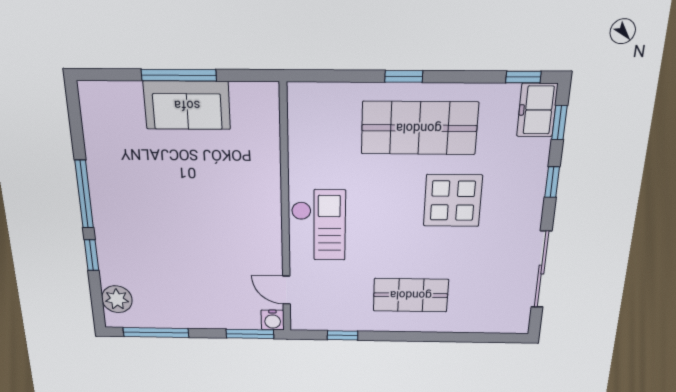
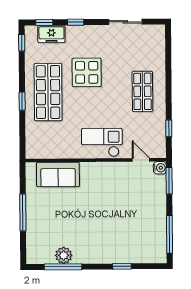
sofa: (187, 105) -> (58, 174), moved, turned 90
freezer: (537, 110) -> (51, 34), moved
window: (84, 194) -> (63, 267), moved
sliding door: (542, 270) -> (125, 22), width x0.73
door: (286, 290) -> (141, 160), swing flipped
plant: (117, 299) -> (64, 255), moved

